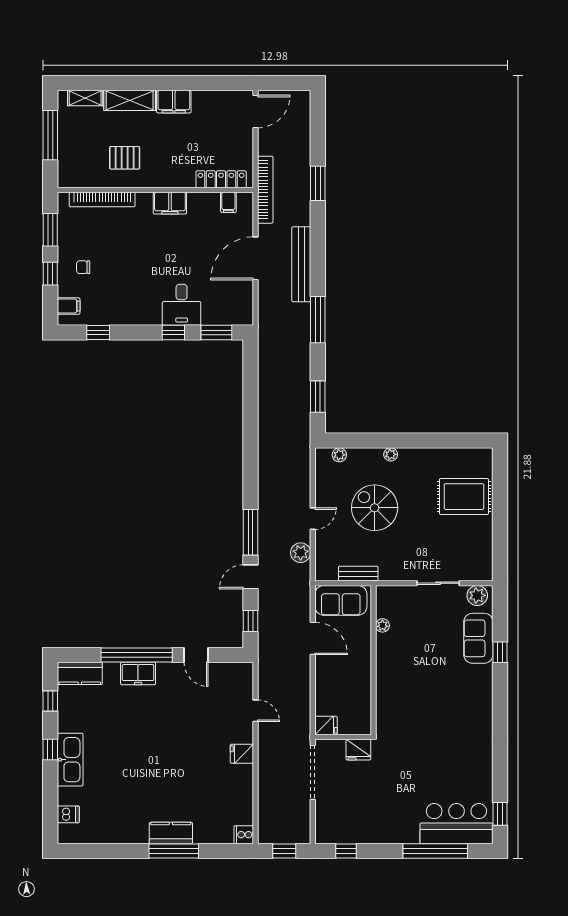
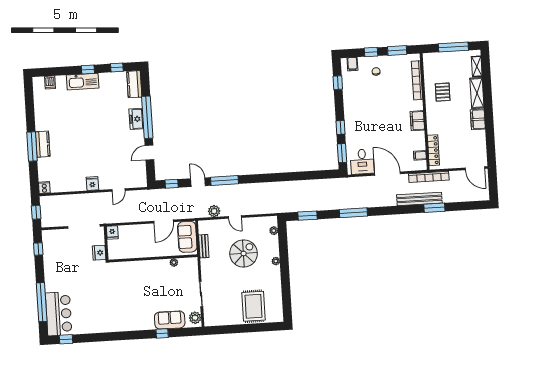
bench: (301, 264) -> (419, 199), moved
desk: (182, 305) -> (362, 162), moved, turned -90

